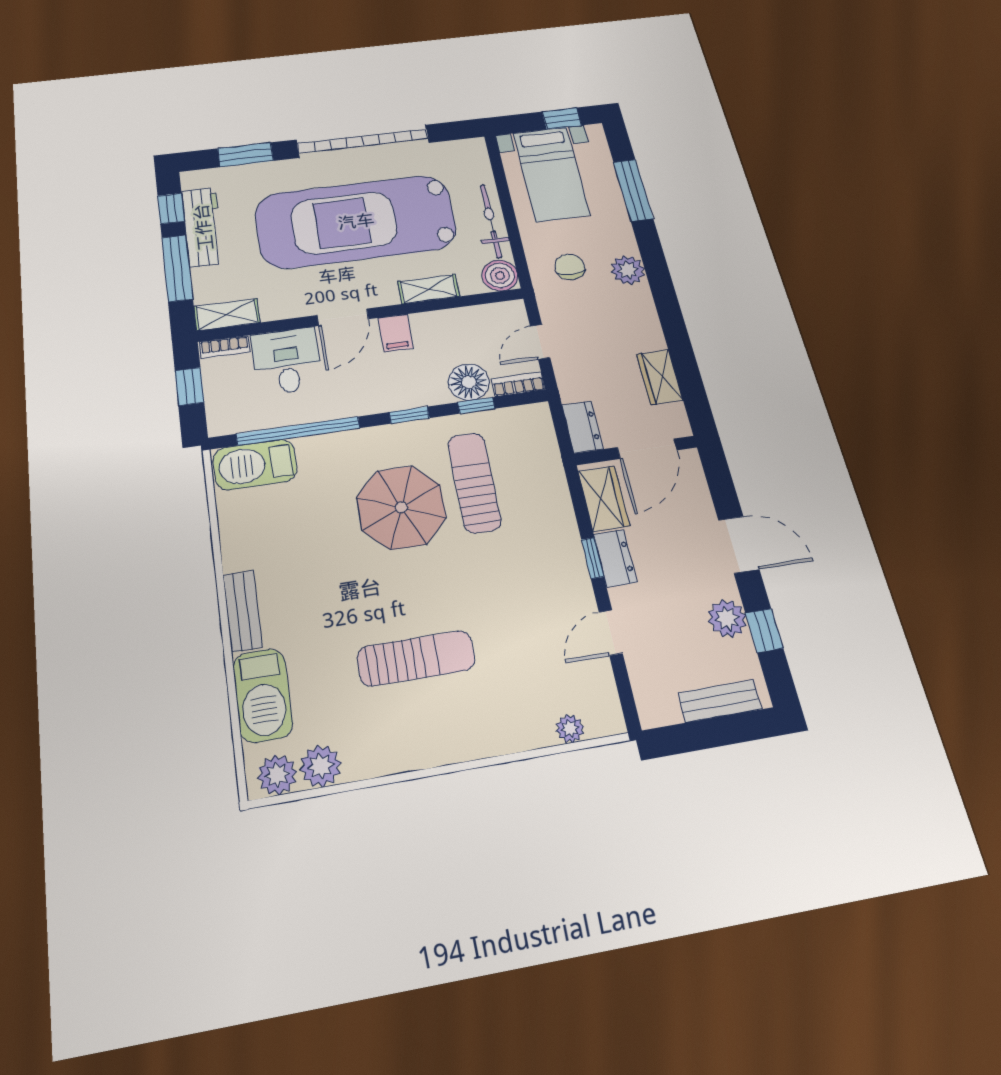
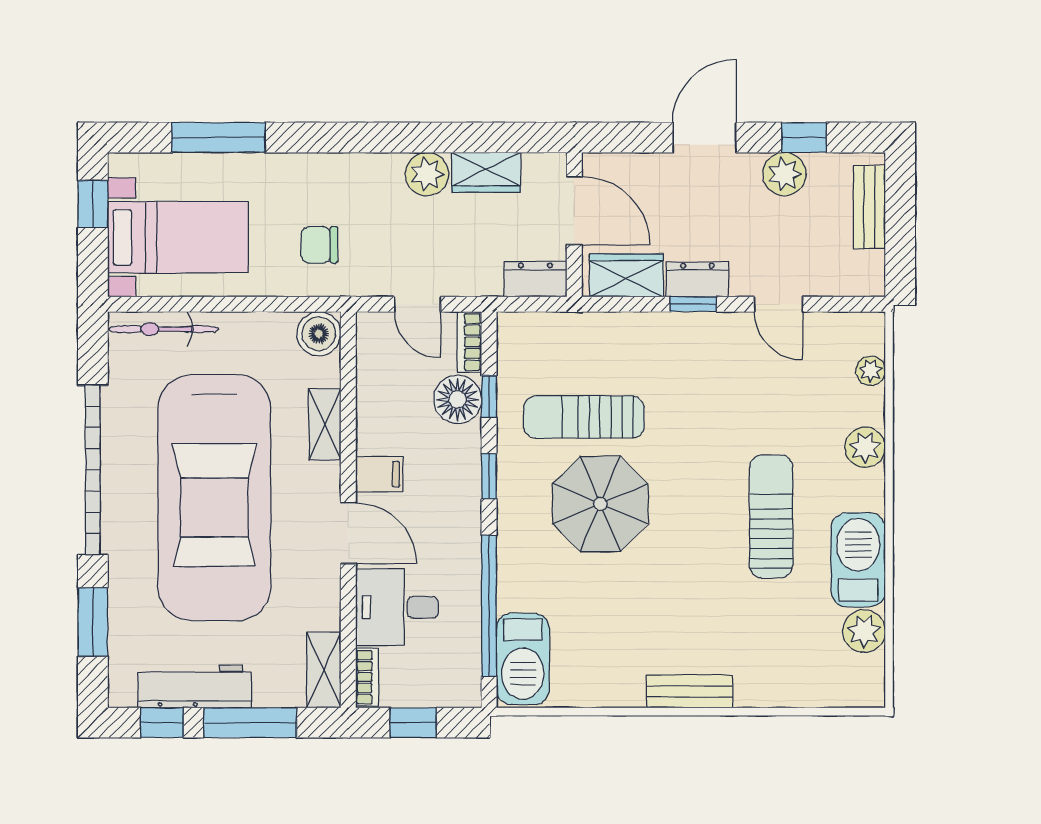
bicycle: (491, 221) -> (163, 329), moved
plant: (628, 270) -> (427, 174), moved
barbecue: (263, 695) -> (858, 560), moved, turned -90
plant: (277, 775) -> (865, 447), moved

